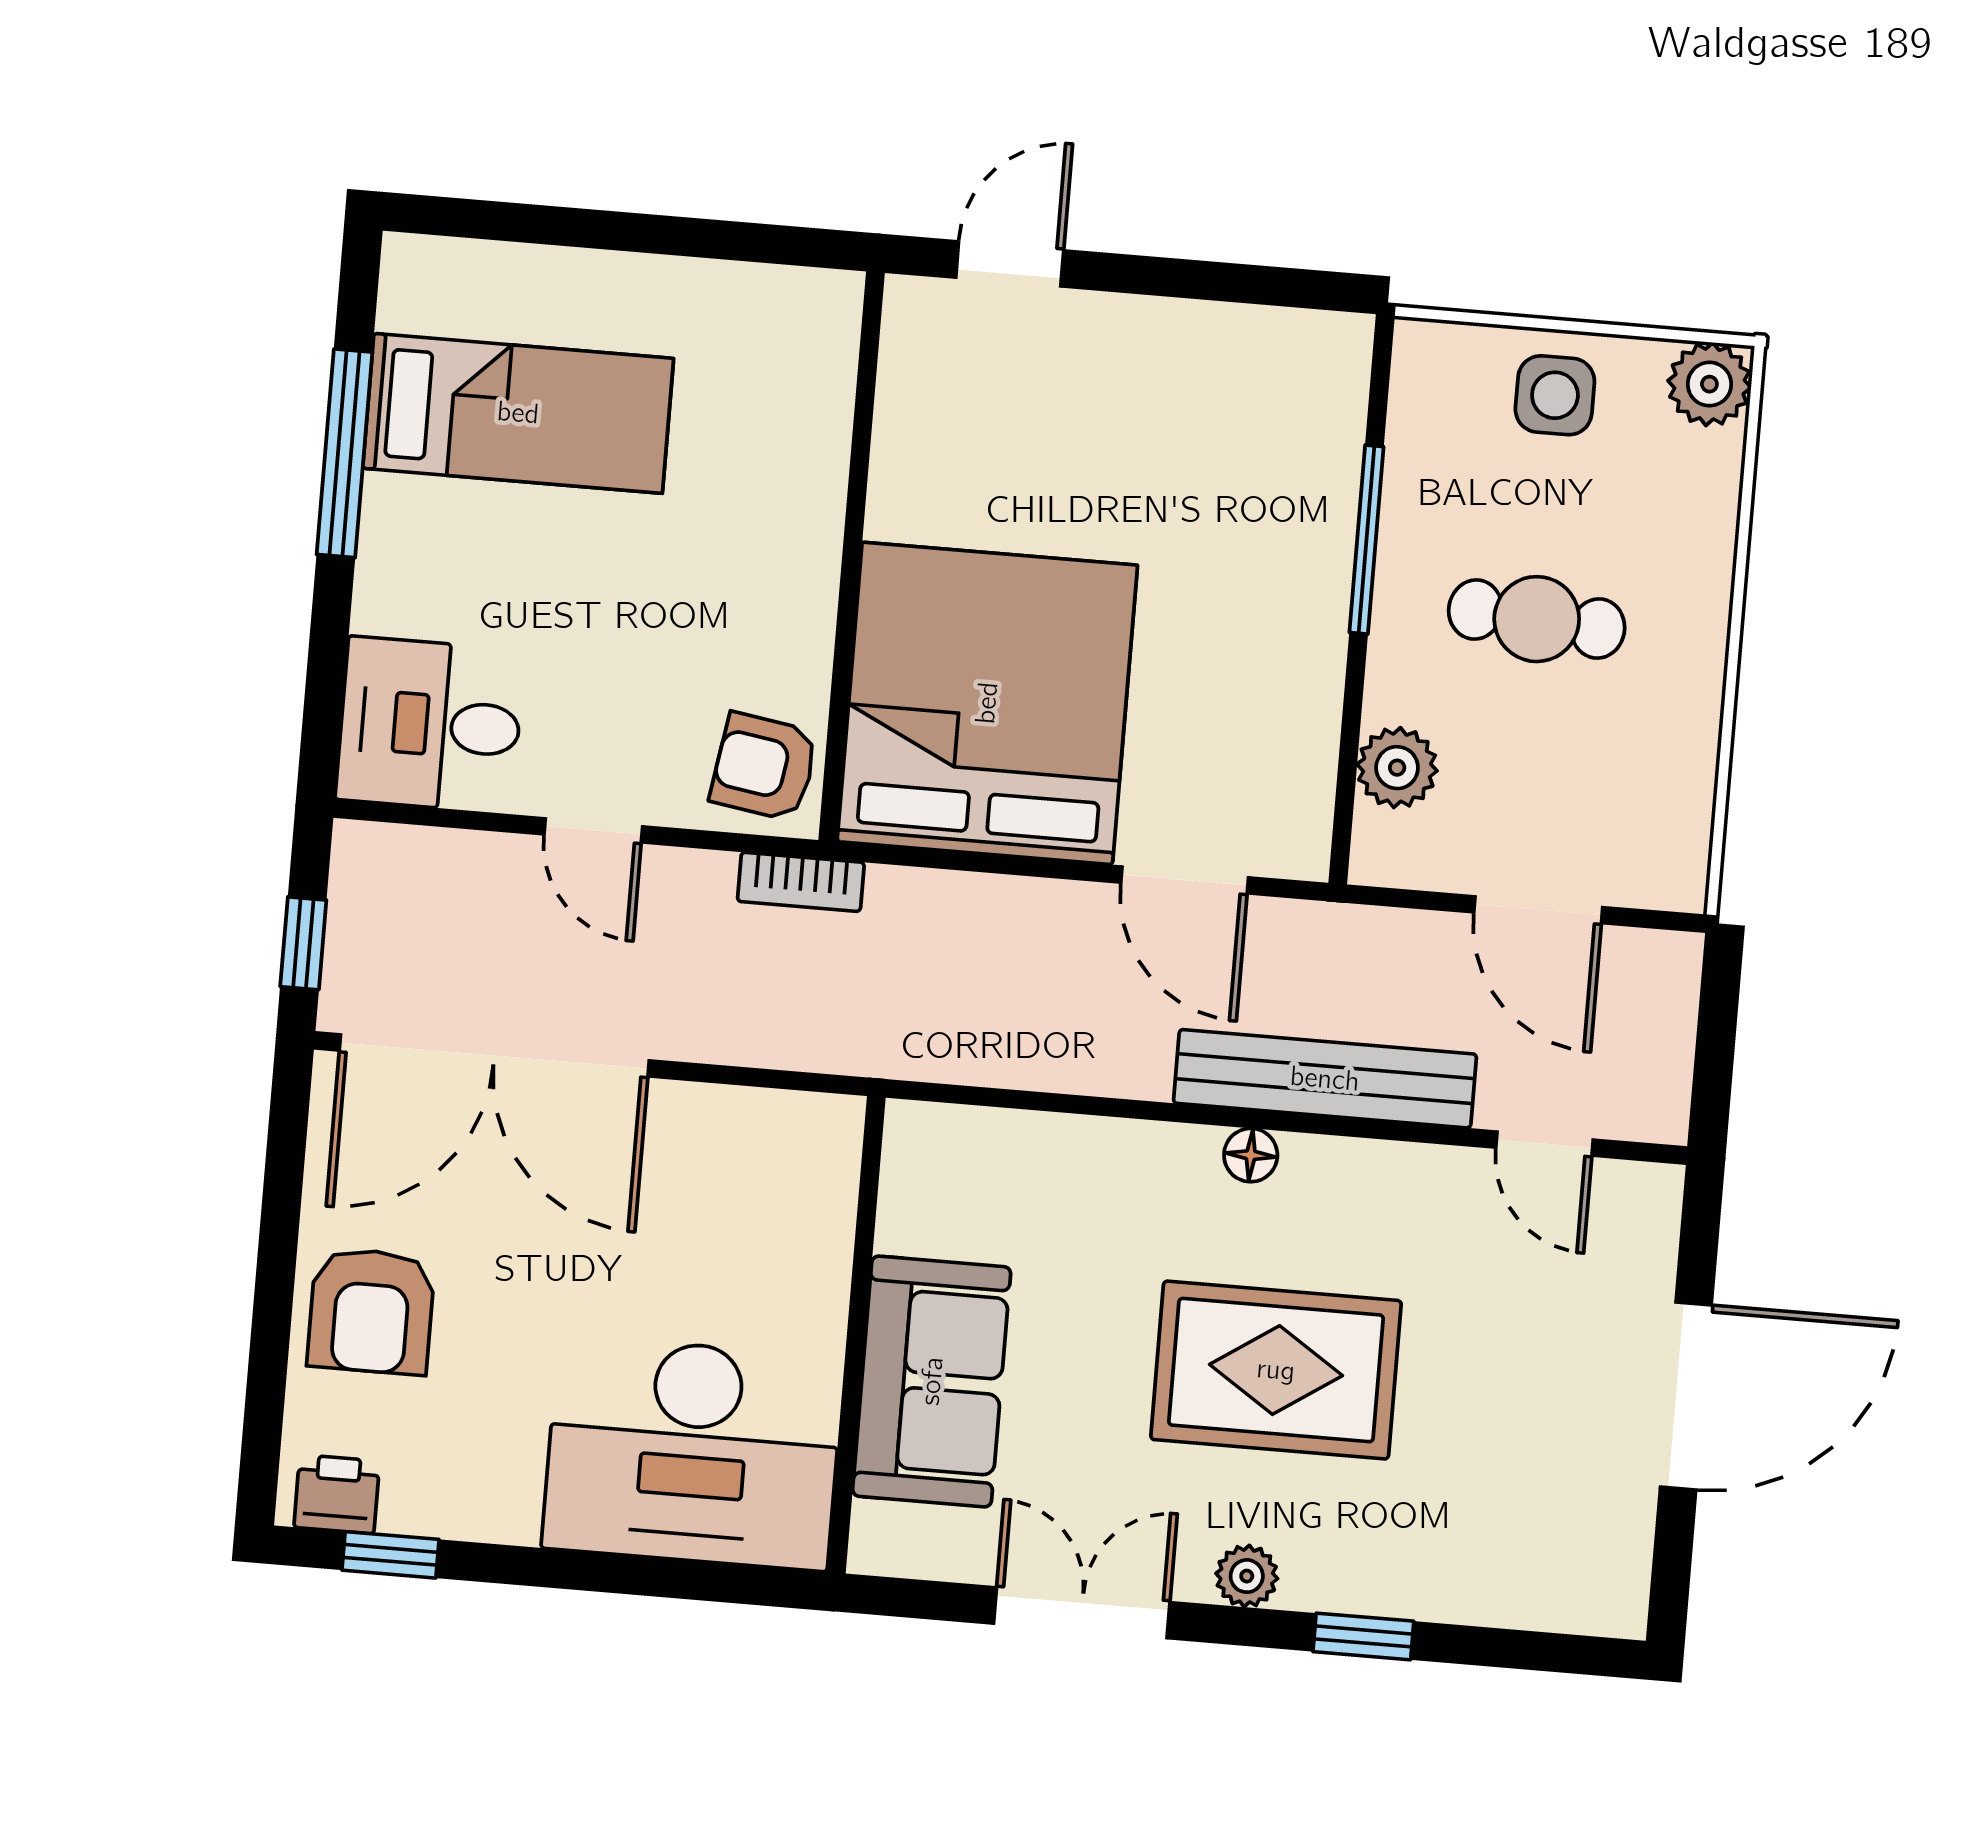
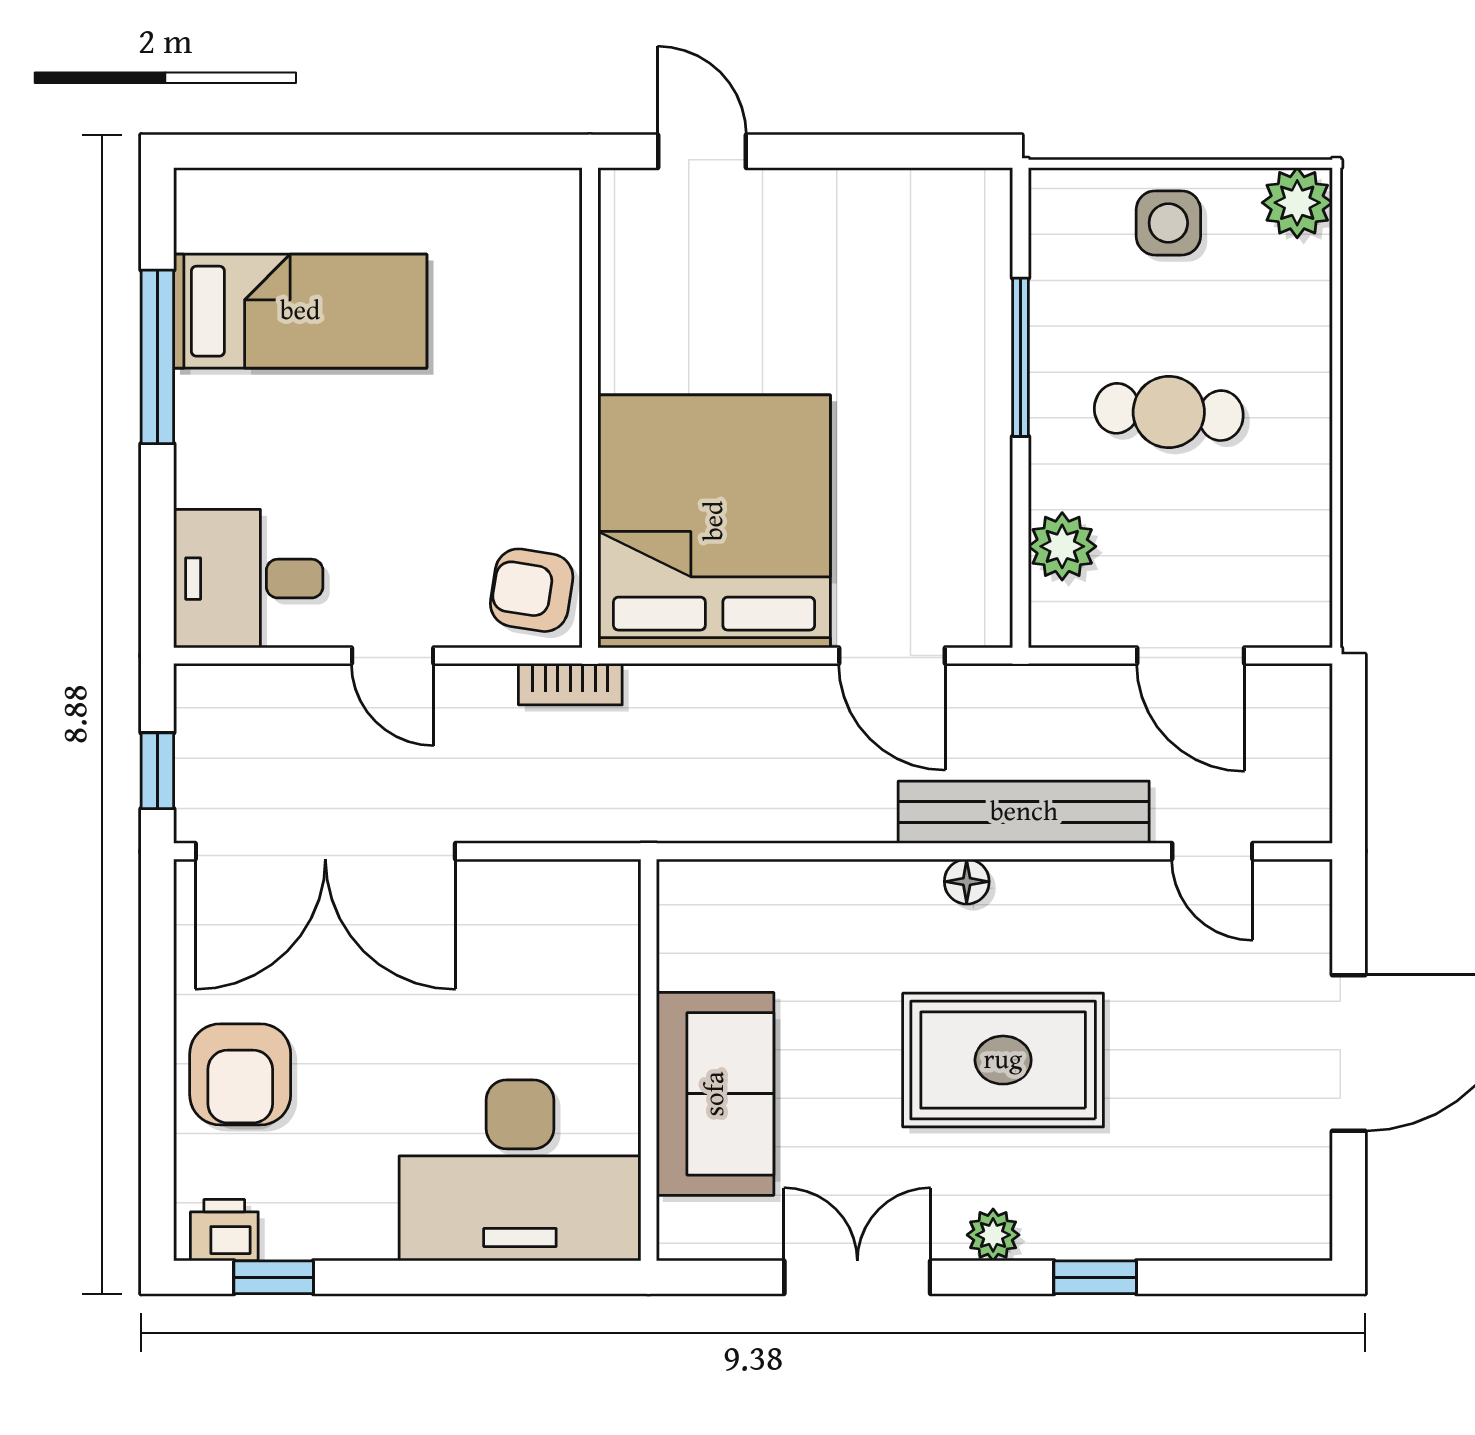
door: (1010, 264) -> (702, 151), hinge flipped

